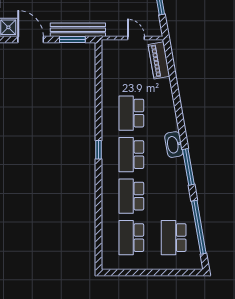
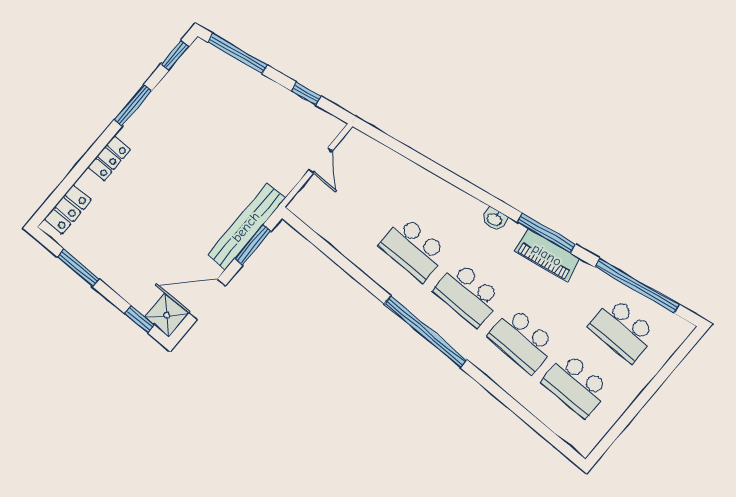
door: (136, 38) -> (321, 160), swing flipped
piano: (159, 60) -> (547, 255), moved
washbasin: (174, 145) -> (495, 219), width x0.52, depth x0.69
window: (98, 150) -> (426, 332), width x3.17

